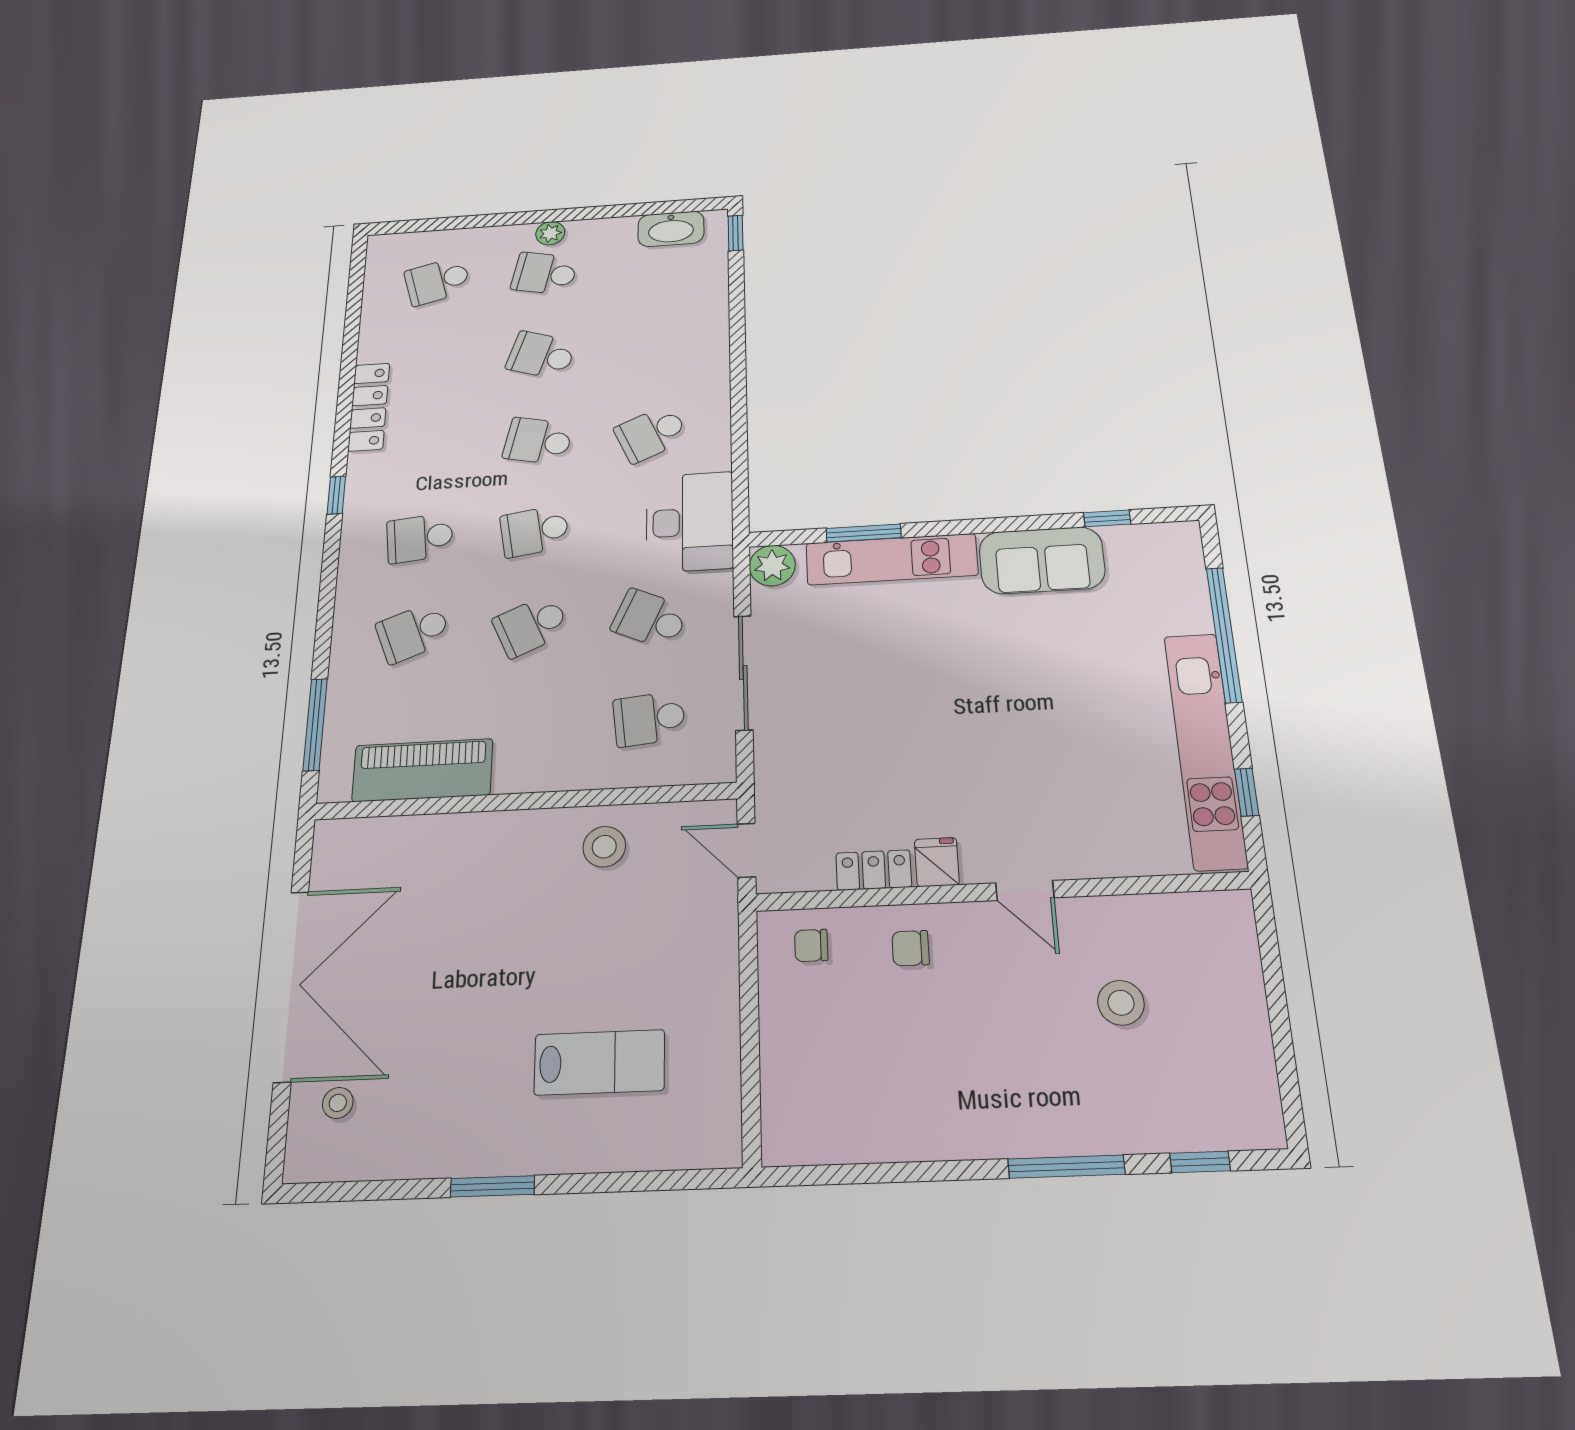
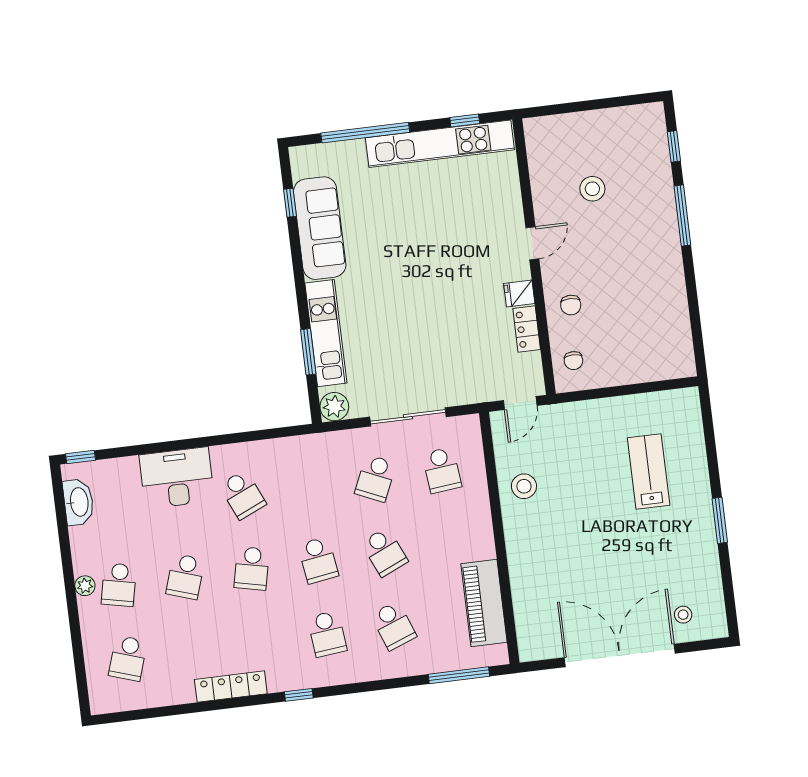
school desk: (437, 281) -> (128, 658), turned 33
desk: (690, 522) -> (177, 478), moved
sofa: (1042, 560) -> (320, 228), width x1.36

